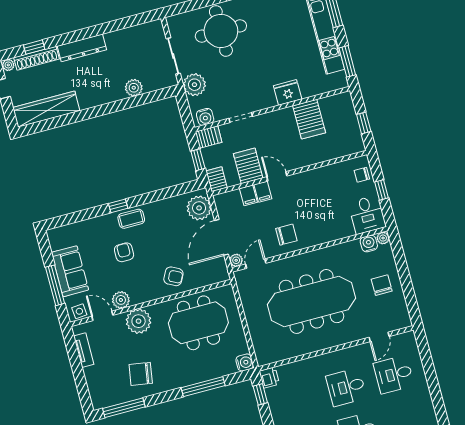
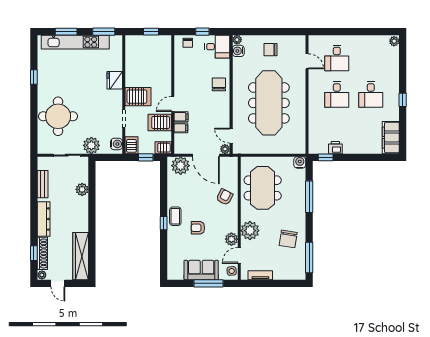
bench: (127, 35) -> (43, 184), added
server rack: (309, 119) -> (138, 97), moved
chair: (286, 235) -> (219, 84), moved
printer: (269, 377) -> (335, 148), moved

